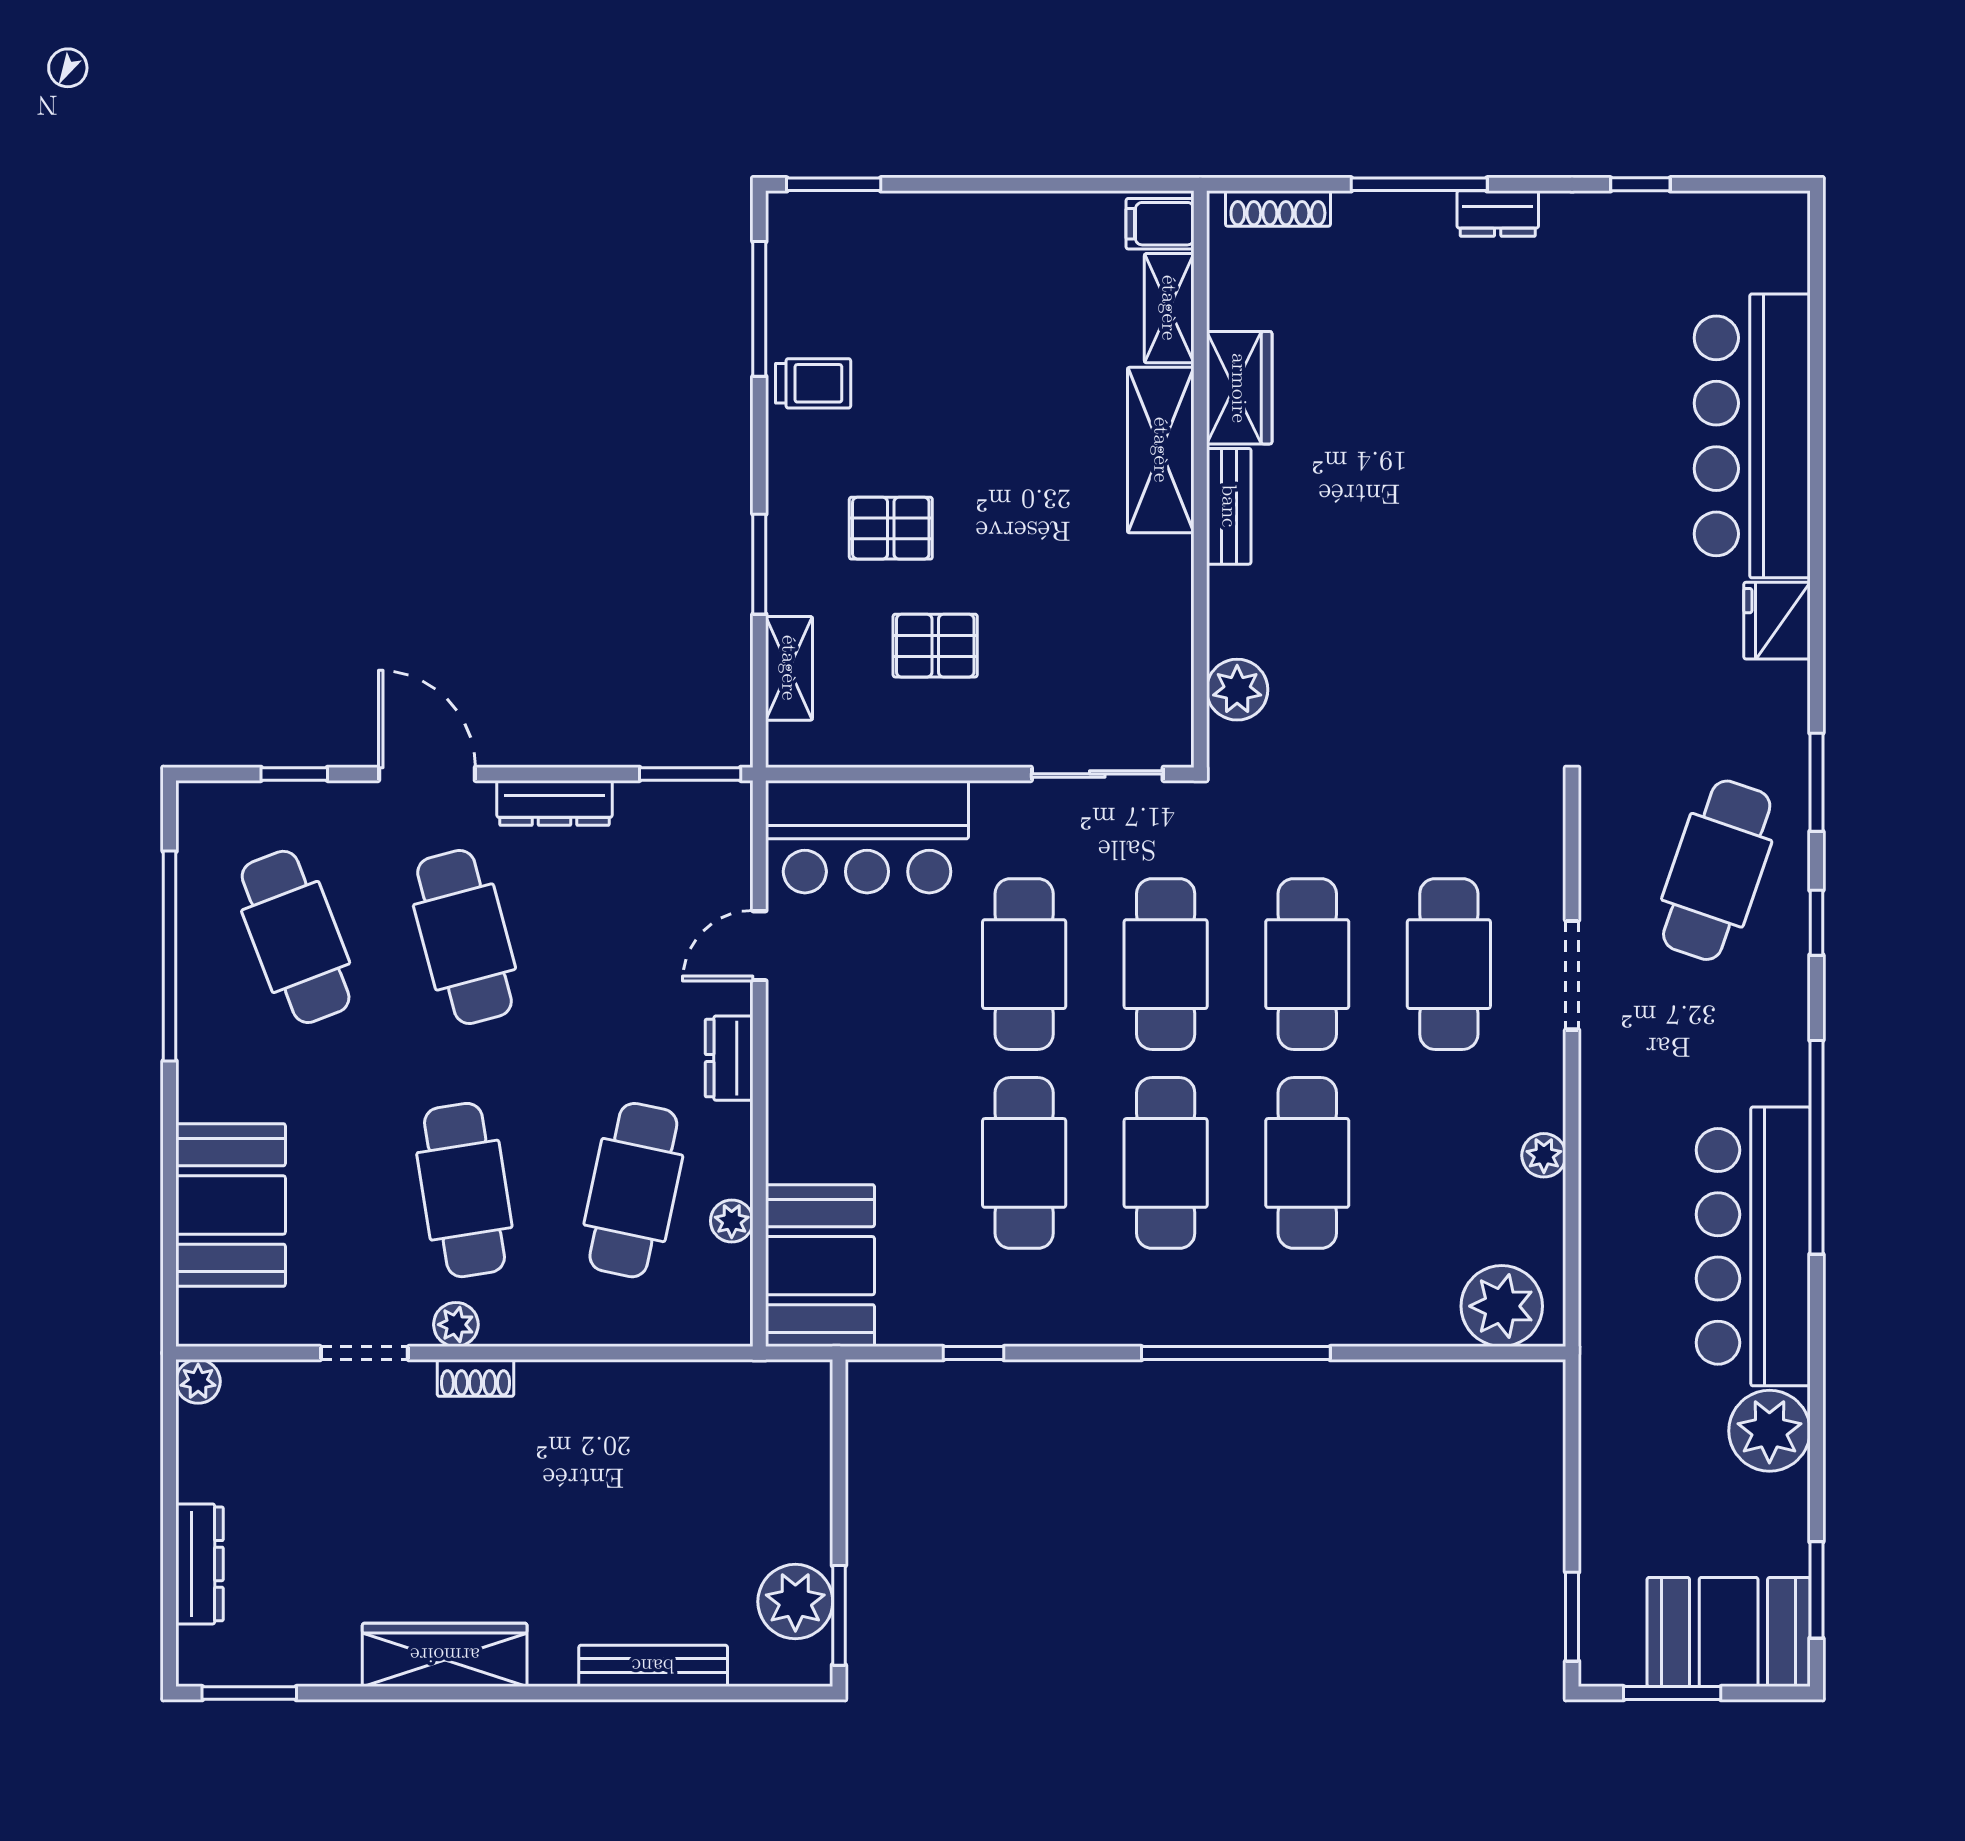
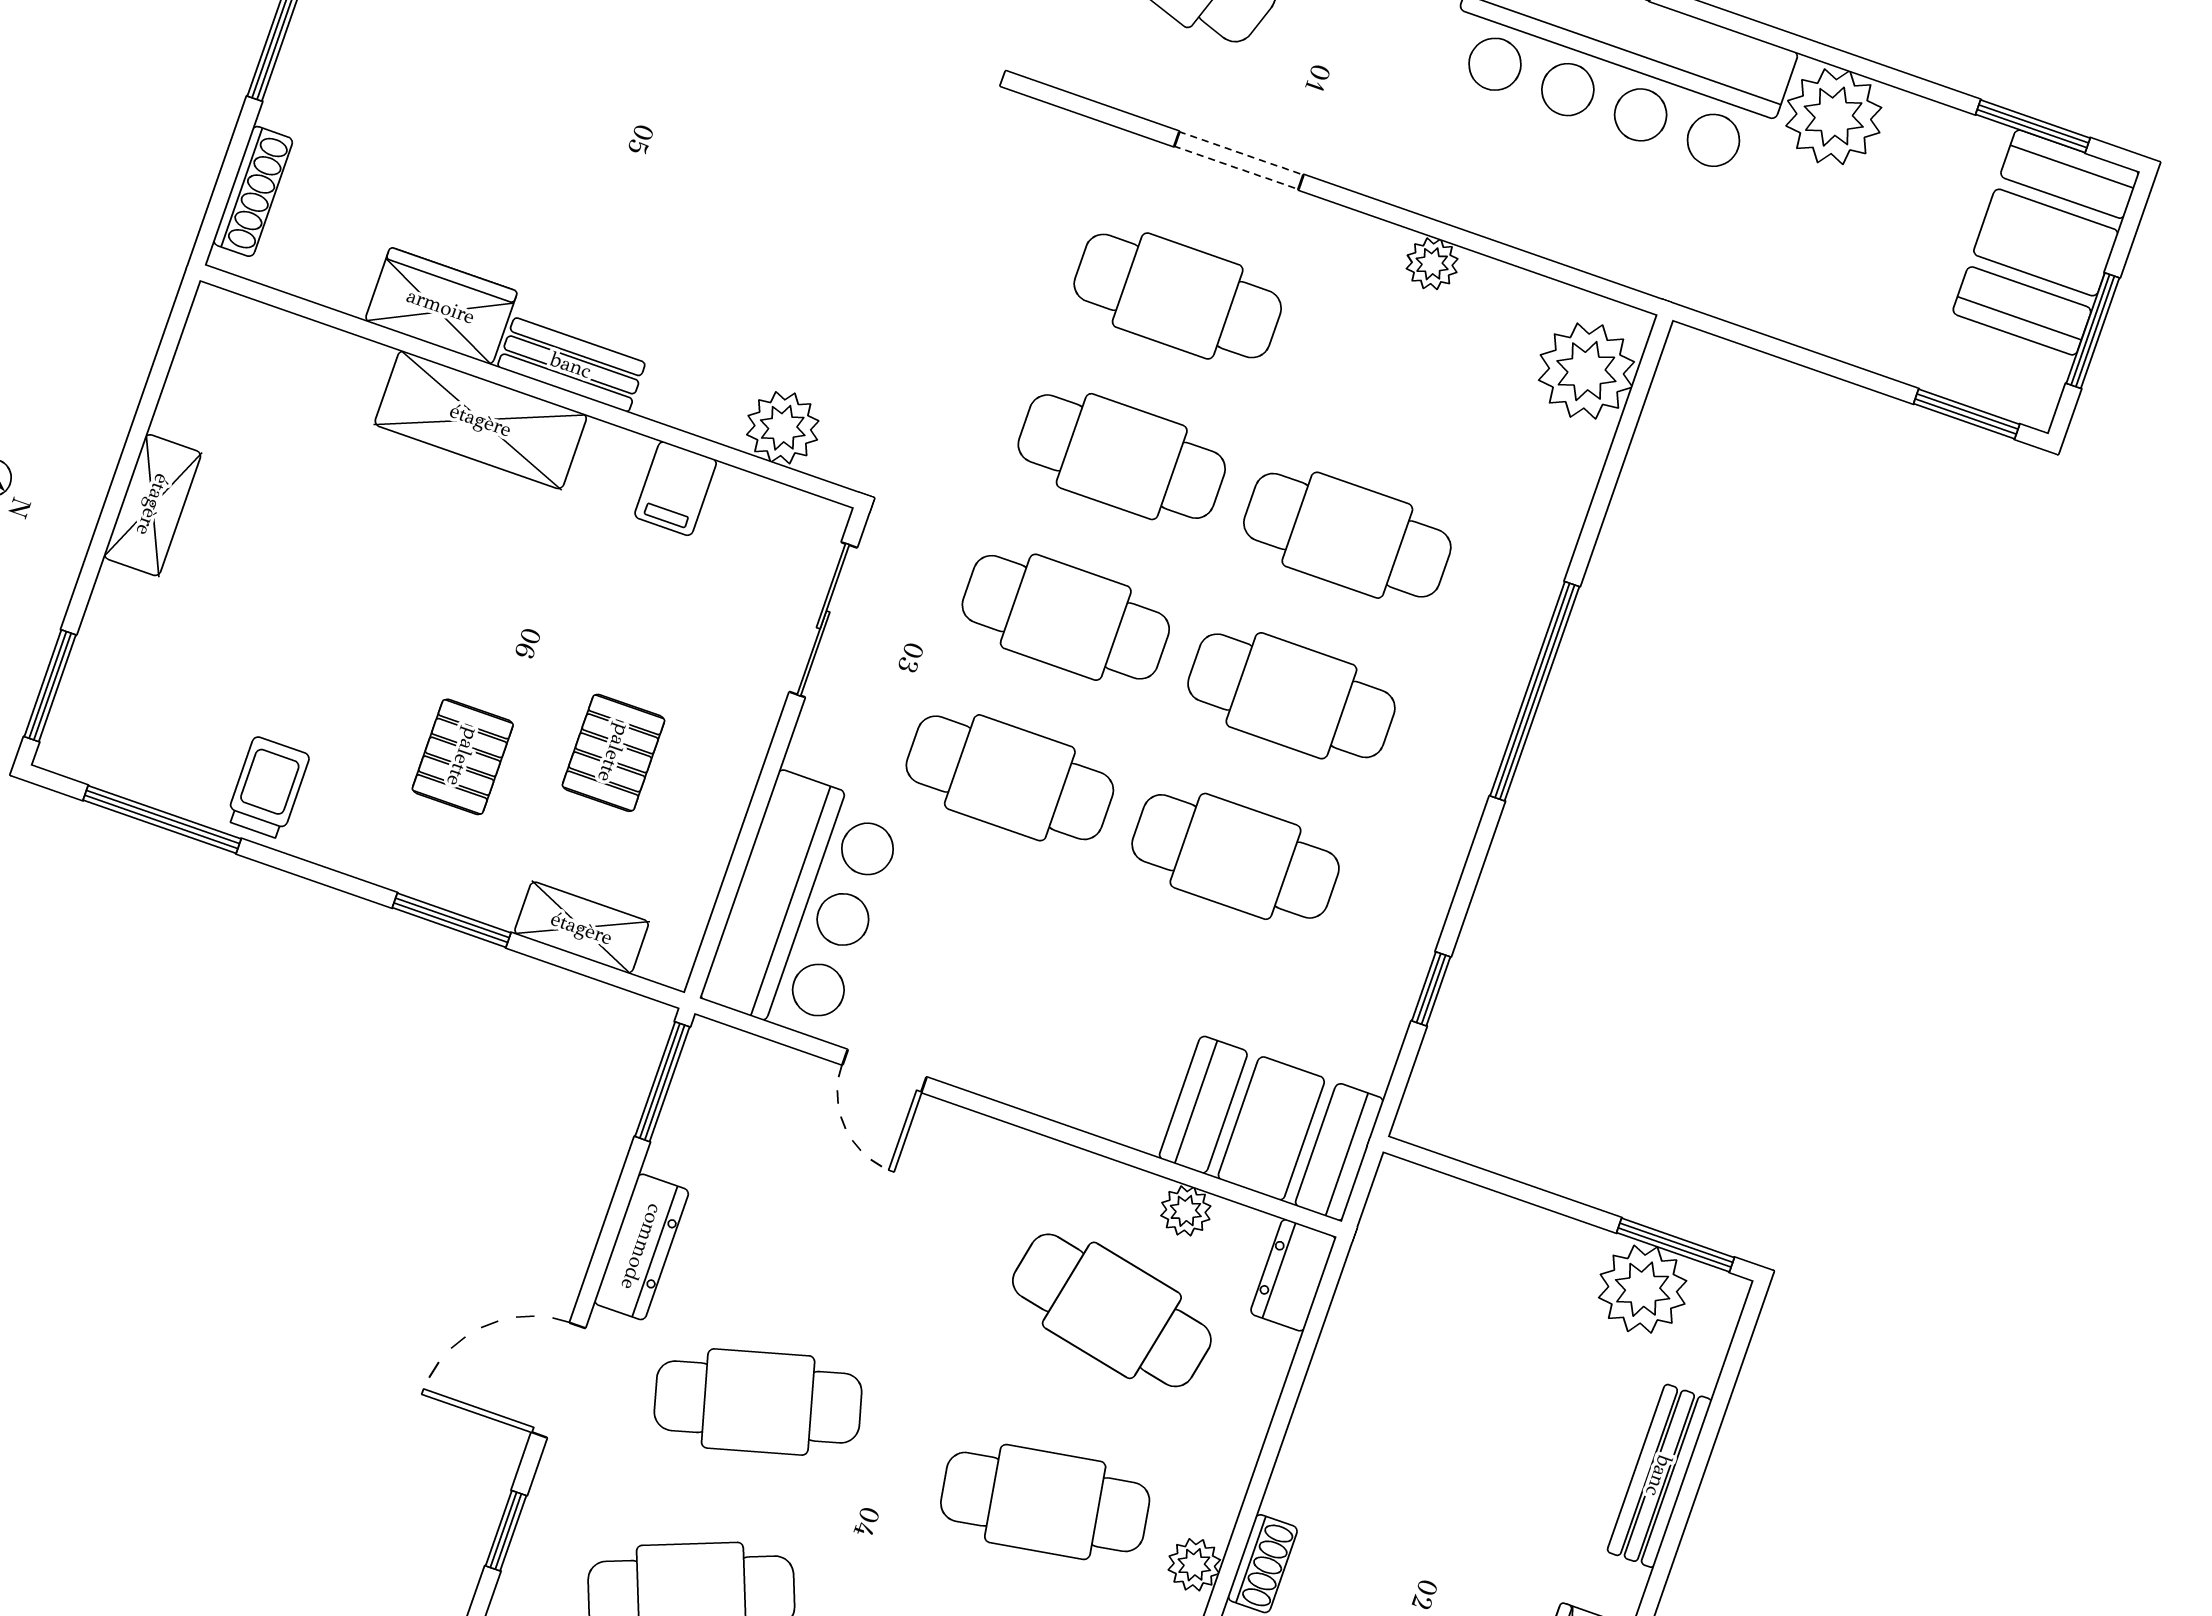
filing cabinet: (1160, 224) -> (676, 489), moved
shelving: (1169, 308) -> (153, 505), moved, turned 90
dresser: (729, 1058) -> (1293, 1275), moved, turned 90

